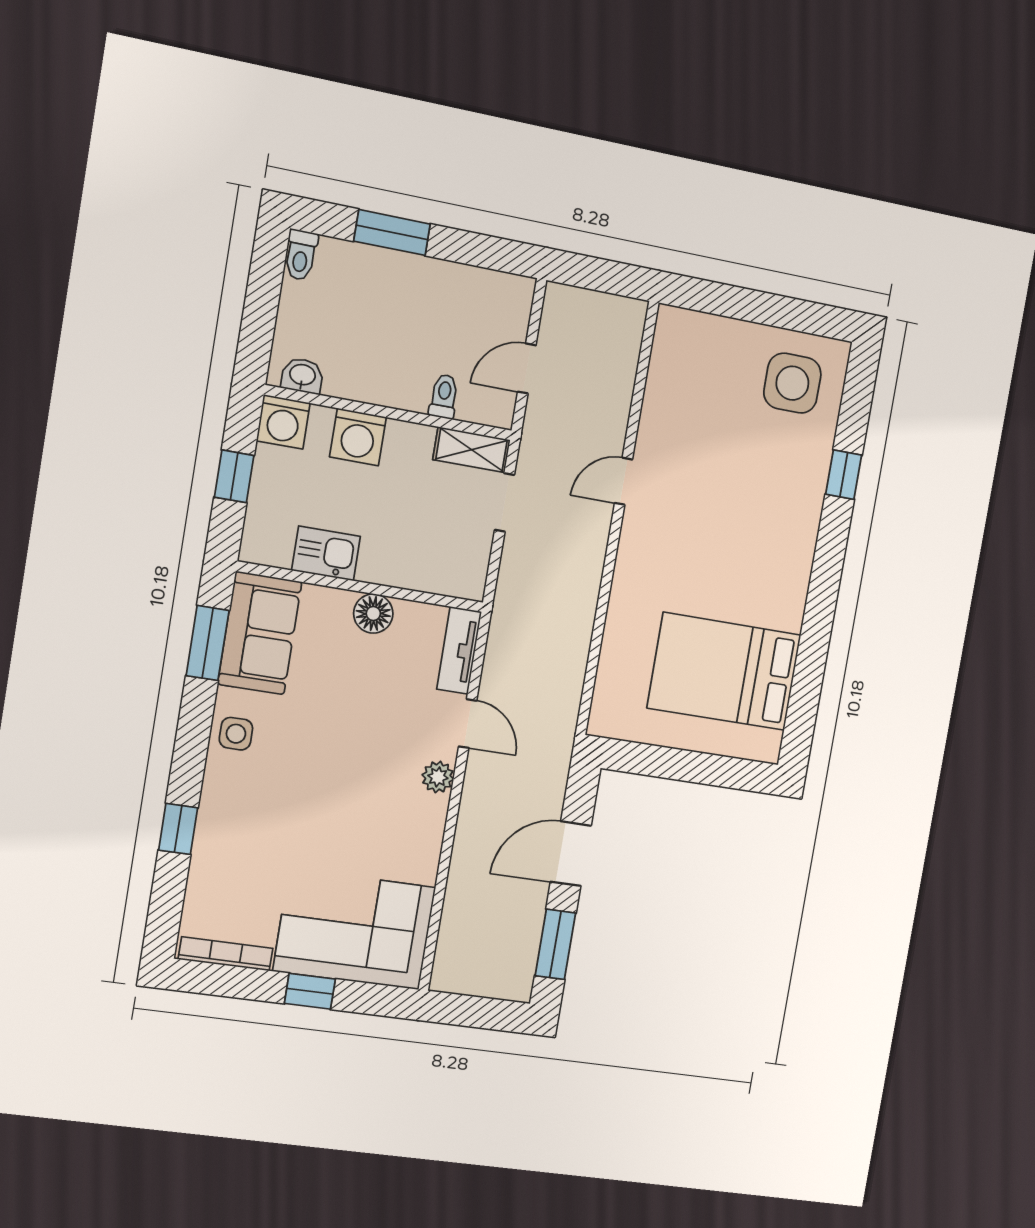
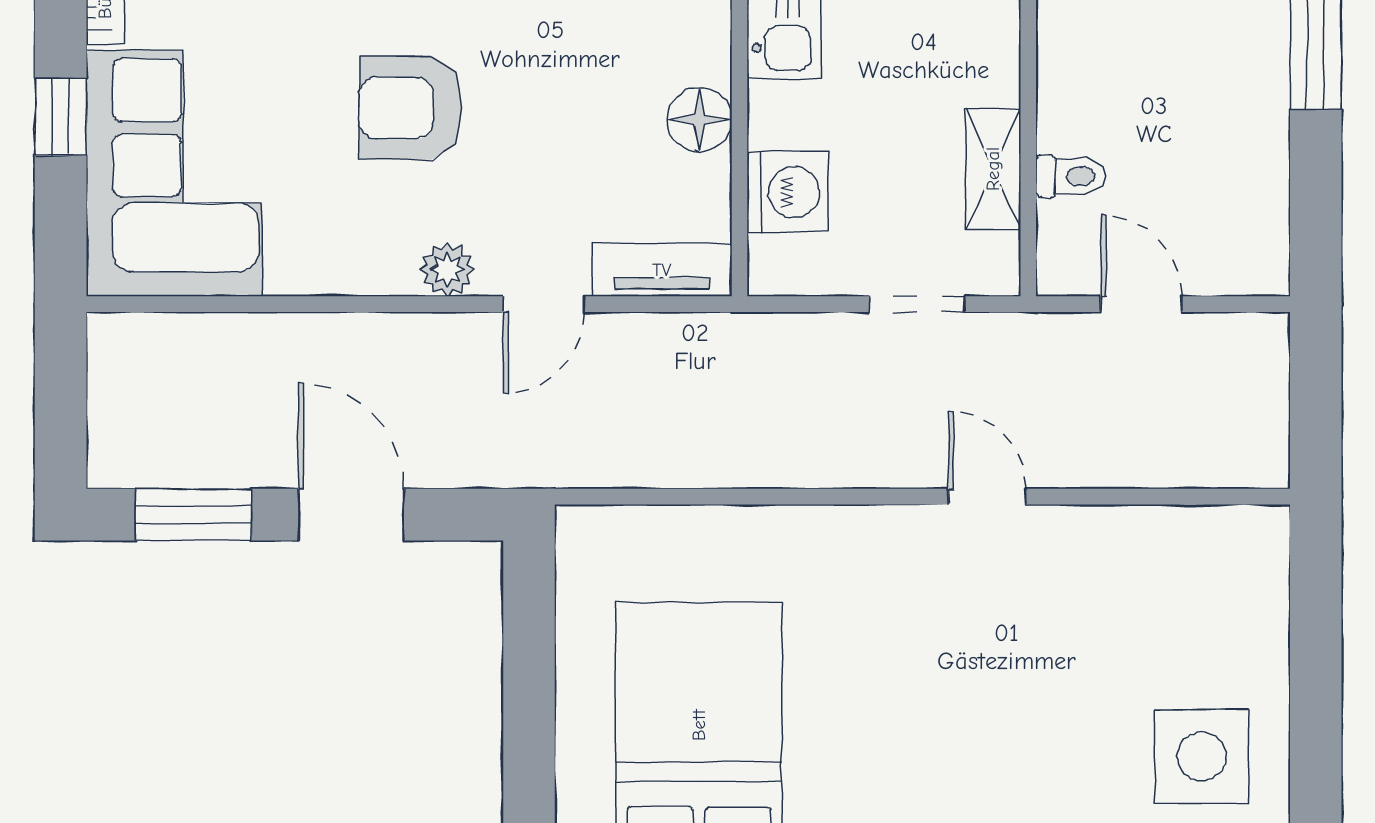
washing machine: (358, 437) -> (787, 192), moved, turned 180
shelving: (472, 450) -> (993, 169), moved
armchair: (338, 784) -> (411, 108), added

